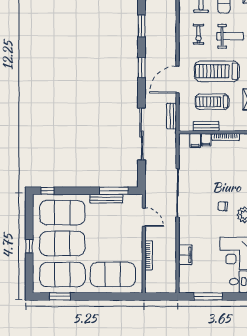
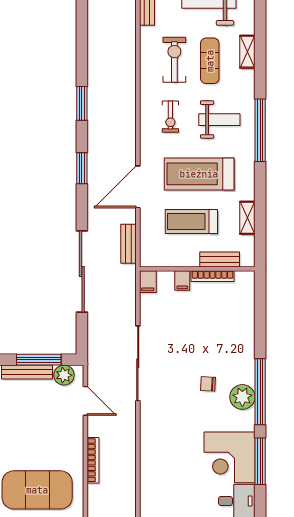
bench: (206, 126) -> (220, 260), moved
filing cabinet: (195, 140) -> (148, 282), moved
plant: (130, 201) -> (64, 375), added
filing cabinet: (185, 255) -> (150, 459), removed

